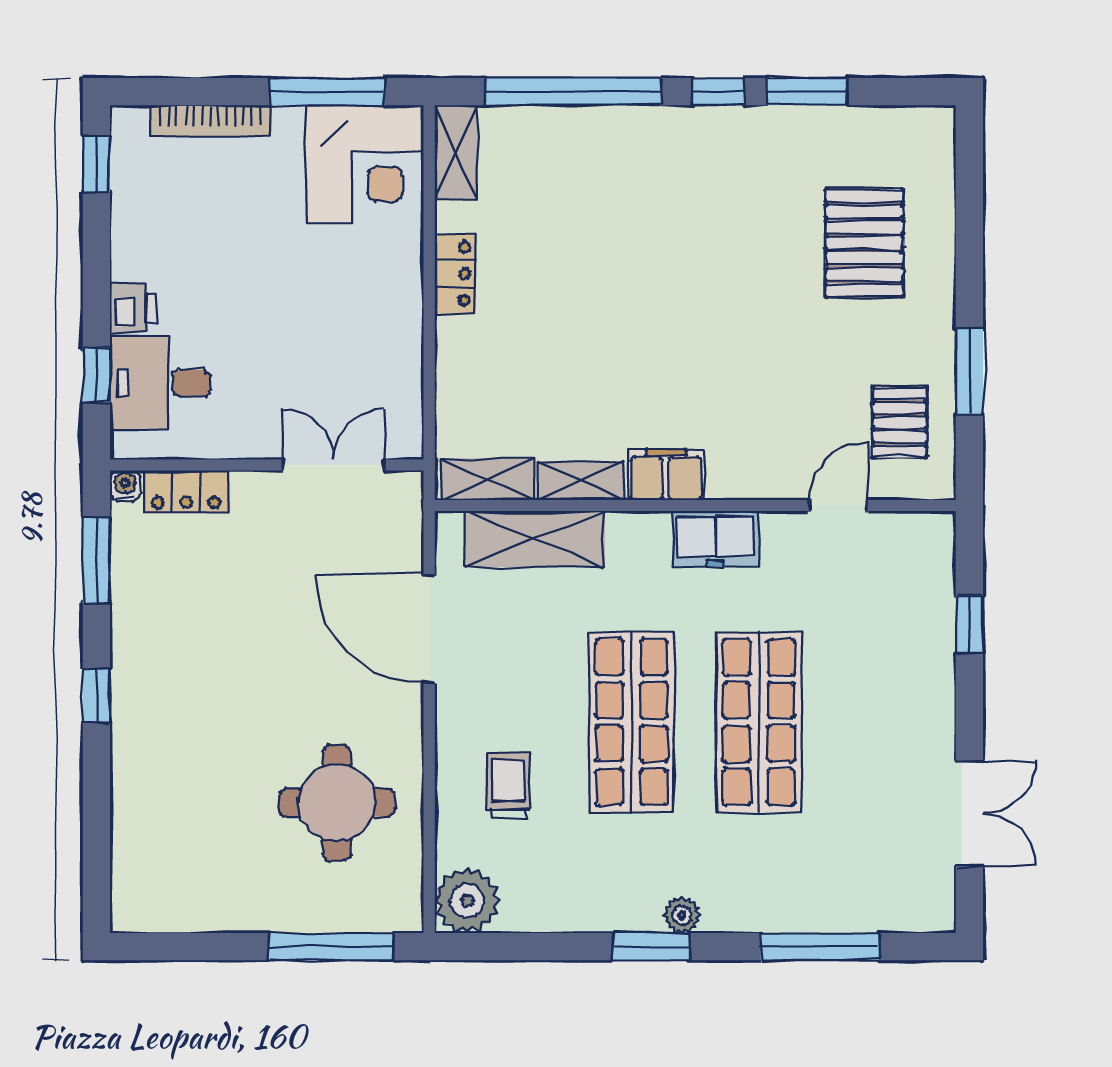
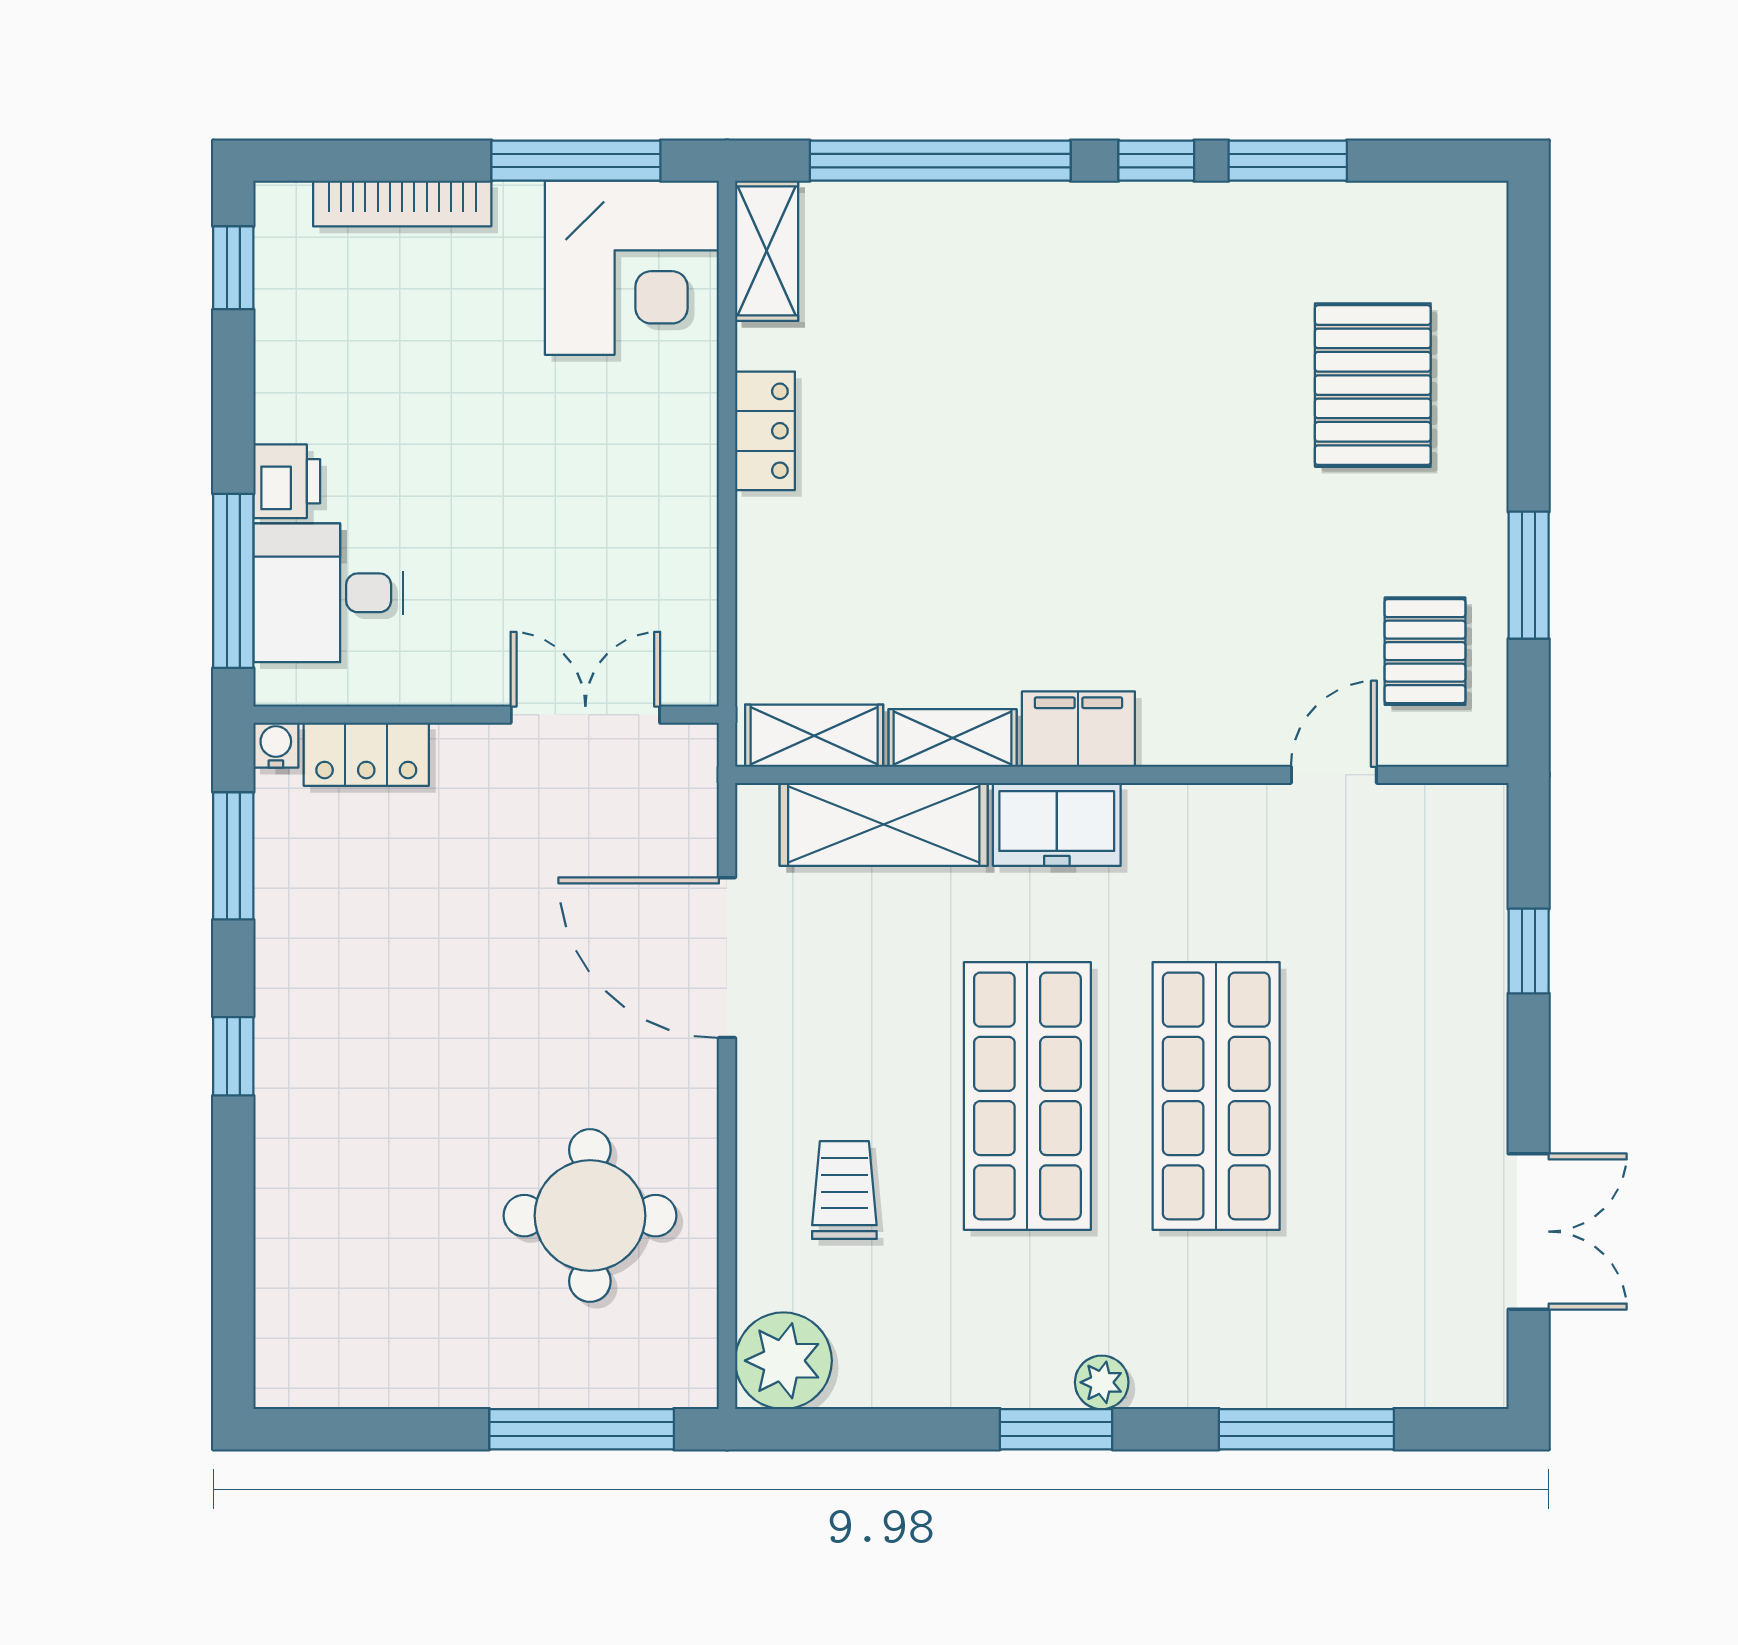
window: (96, 375) -> (233, 581), width x2.17
freezer: (715, 539) -> (1057, 824), moved

